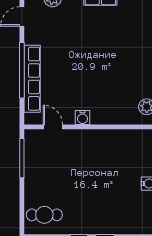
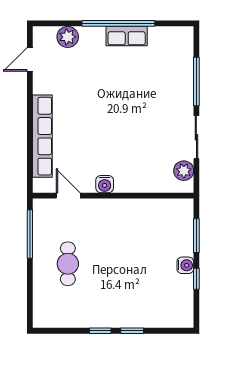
window: (22, 70) -> (30, 126), removed
cafe table: (44, 215) -> (68, 264), moved, turned 90

